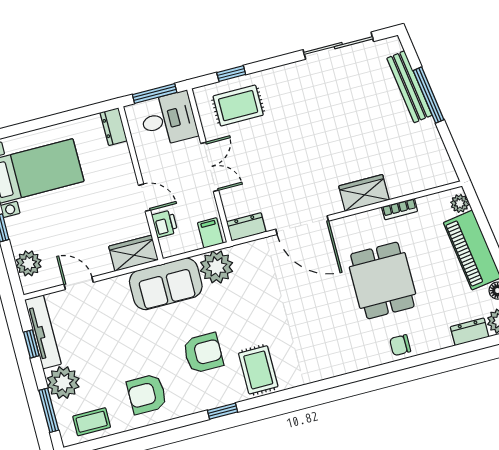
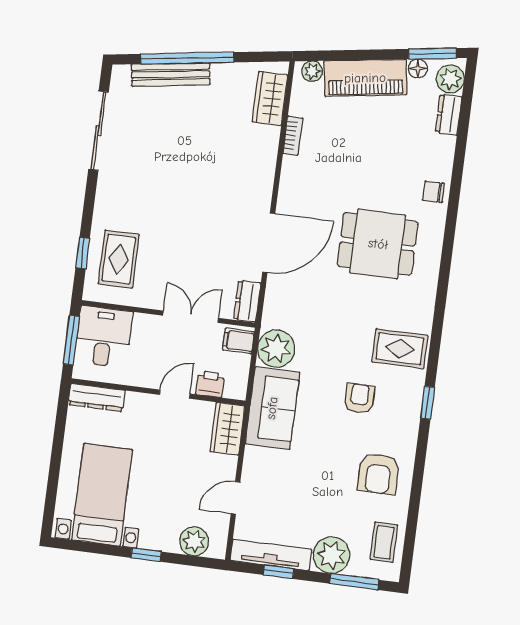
window: (429, 95) -> (187, 58), width x1.46
dresser: (114, 127) -> (97, 398), width x1.44
double door: (210, 167) -> (191, 317), moved
wardrobe: (364, 193) -> (270, 98), moved
dining table: (382, 280) -> (378, 244), moved
chair: (400, 345) -> (434, 192), turned 90
armchair: (203, 353) -> (359, 398), width x0.72, depth x0.72

